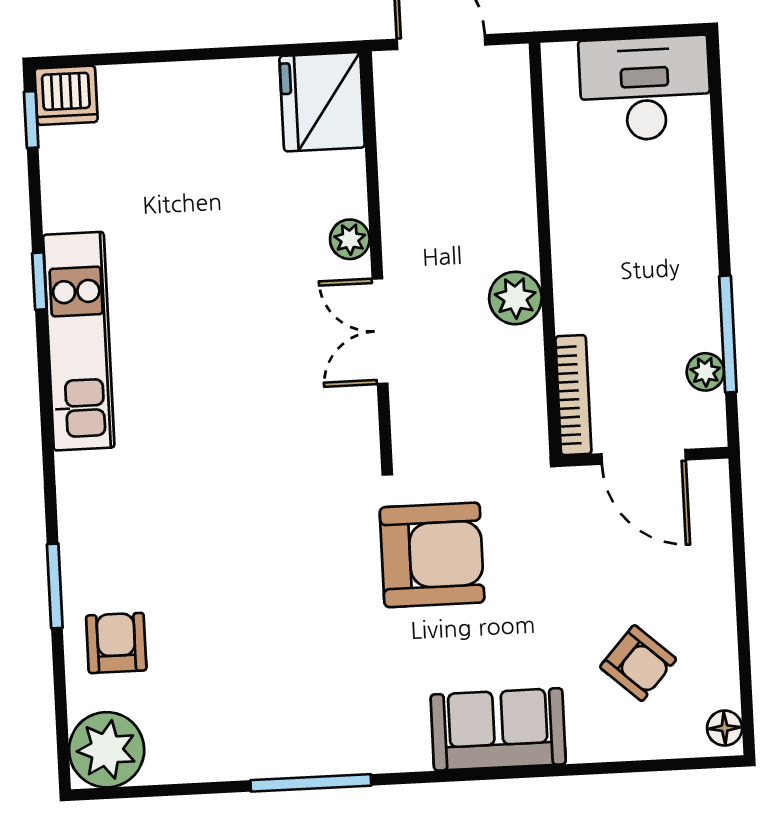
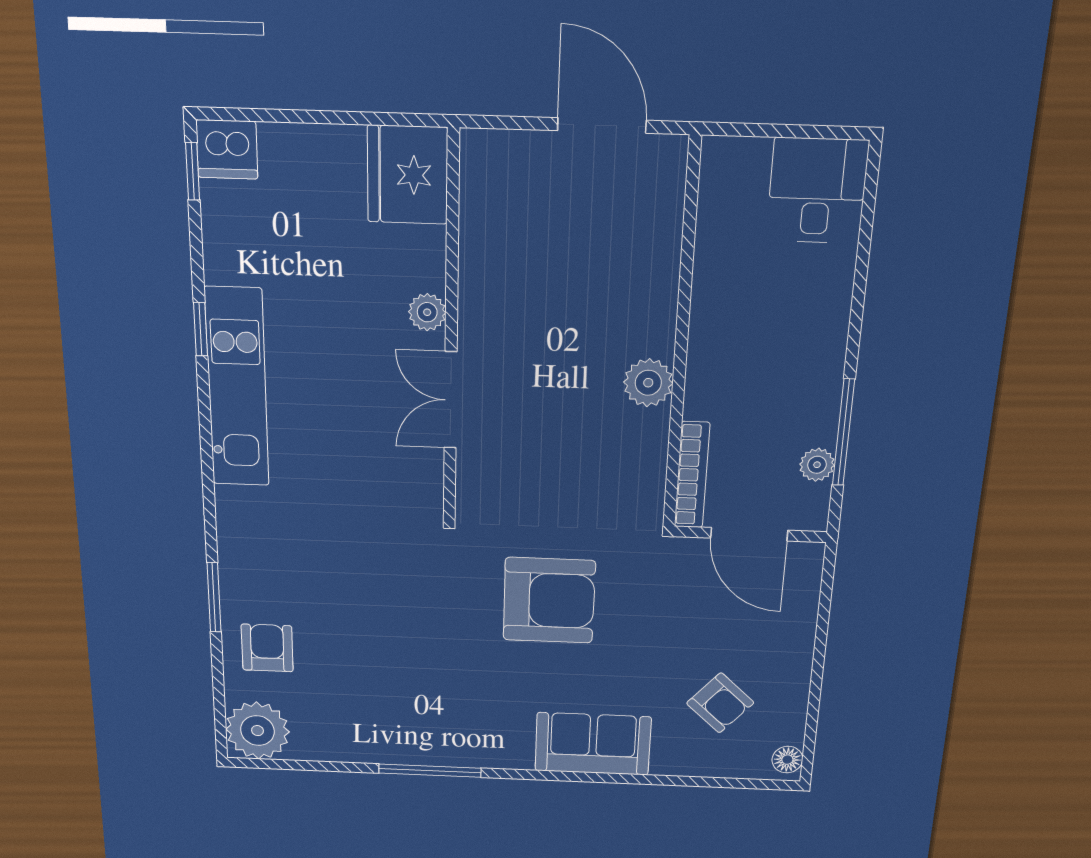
desk: (645, 88) -> (817, 191), width x0.73
fridge: (322, 102) -> (407, 175), moved
plant: (350, 239) -> (427, 312), moved
wall: (376, 258) -> (451, 332), moved
double door: (380, 331) -> (451, 400), moved

